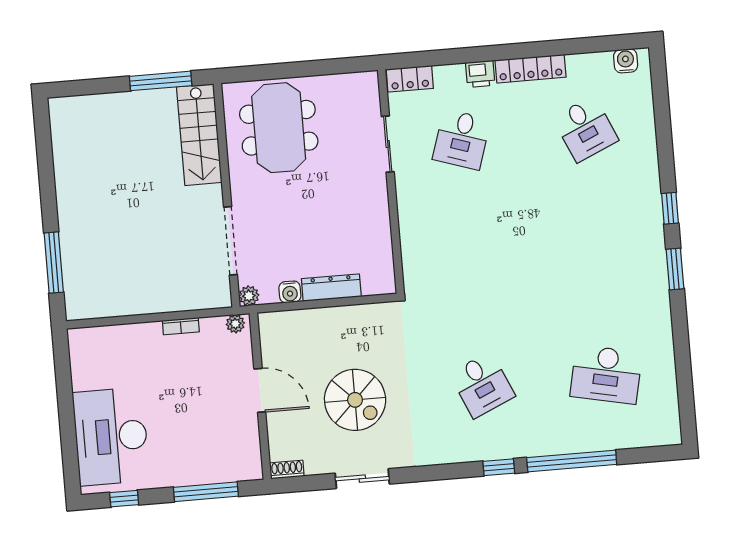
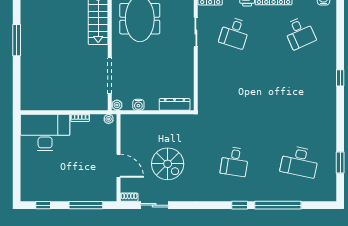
window: (54, 263) -> (17, 40), moved
window: (675, 269) -> (340, 163), moved
dresser: (331, 288) -> (175, 104), moved
desk: (482, 385) -> (235, 162), turned 33
door: (260, 390) -> (118, 166), moved
desk: (111, 436) -> (45, 132), moved, turned 90
sliding door: (362, 479) -> (154, 205), moved

